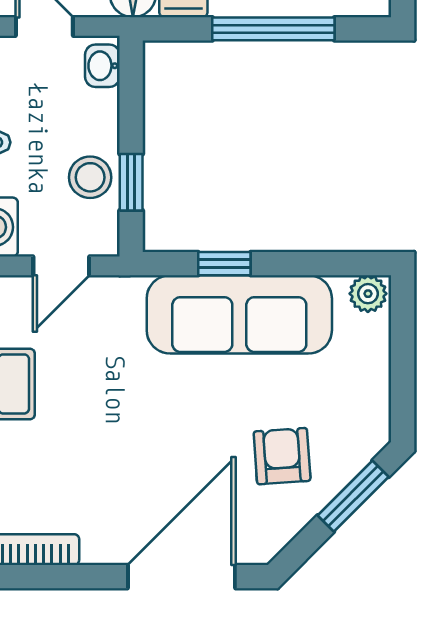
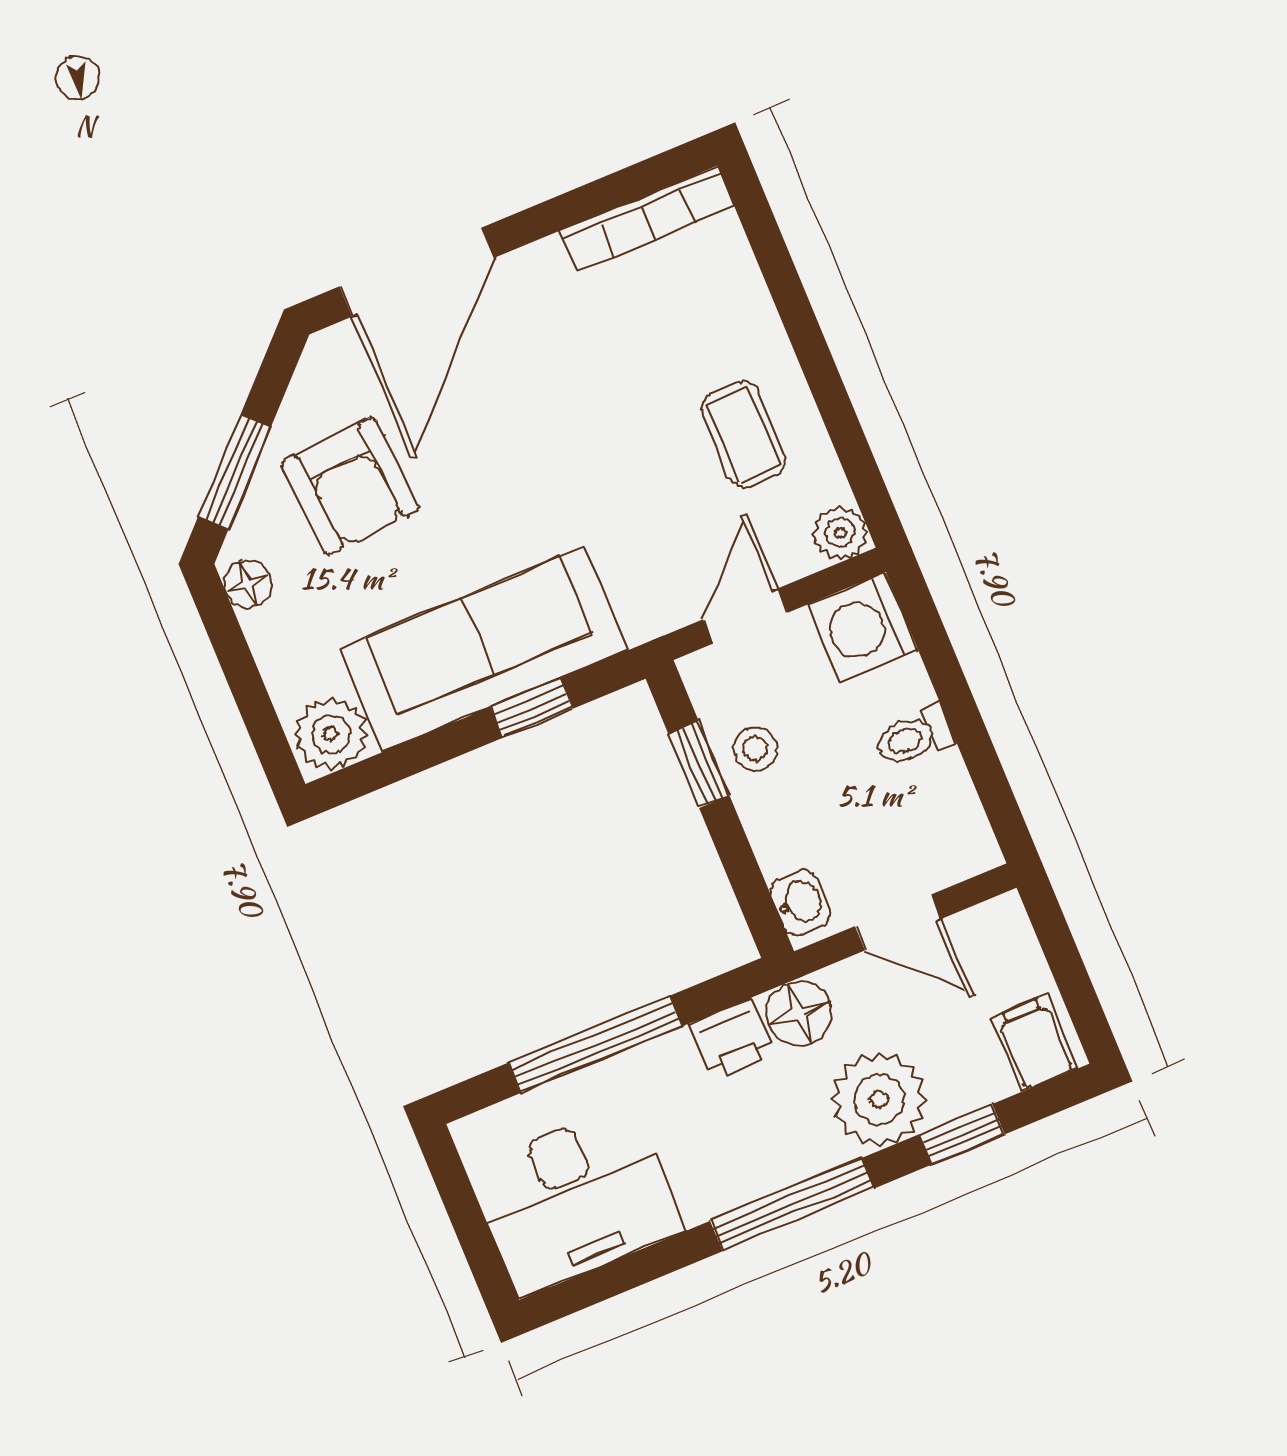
stool: (90, 177) -> (756, 749), width x0.73, depth x0.73
plant: (368, 294) -> (331, 734), width x1.38, depth x1.38
floor lamp: (375, 420) -> (248, 584), added
armchair: (282, 456) -> (350, 486), width x1.38, depth x1.38

